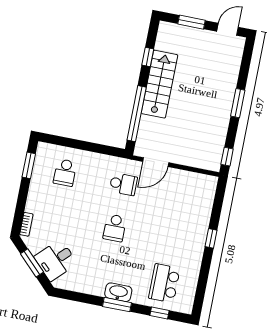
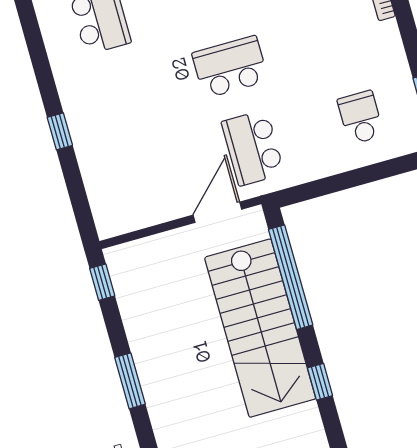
stairs: (159, 84) -> (260, 328), width x1.36, depth x1.51
school desk: (123, 184) -> (253, 148), width x1.85
school desk: (115, 228) -> (230, 67), width x1.85

